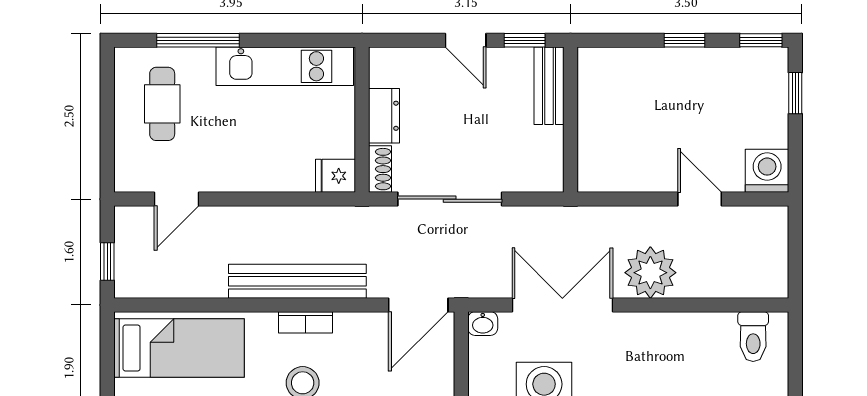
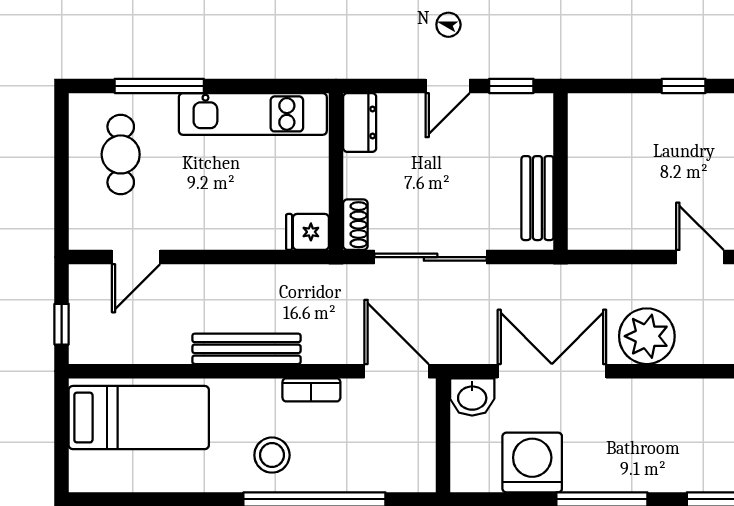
door: (466, 40) -> (448, 86), hinge flipped
bench: (549, 86) -> (537, 198), moved
dresser: (384, 116) -> (360, 122), moved
bench: (297, 281) -> (246, 349), width x0.73, depth x0.82
door: (418, 305) -> (397, 371), swing flipped
bookcase: (306, 322) -> (311, 390), moved
washbasin: (483, 324) -> (472, 397), width x1.38, depth x1.45

